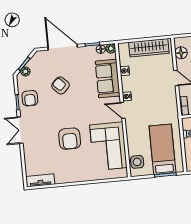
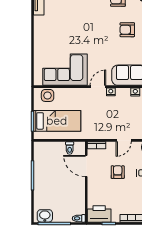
armchair: (61, 85) -> (127, 30), turned -135
armchair: (70, 139) -> (76, 33), removed

